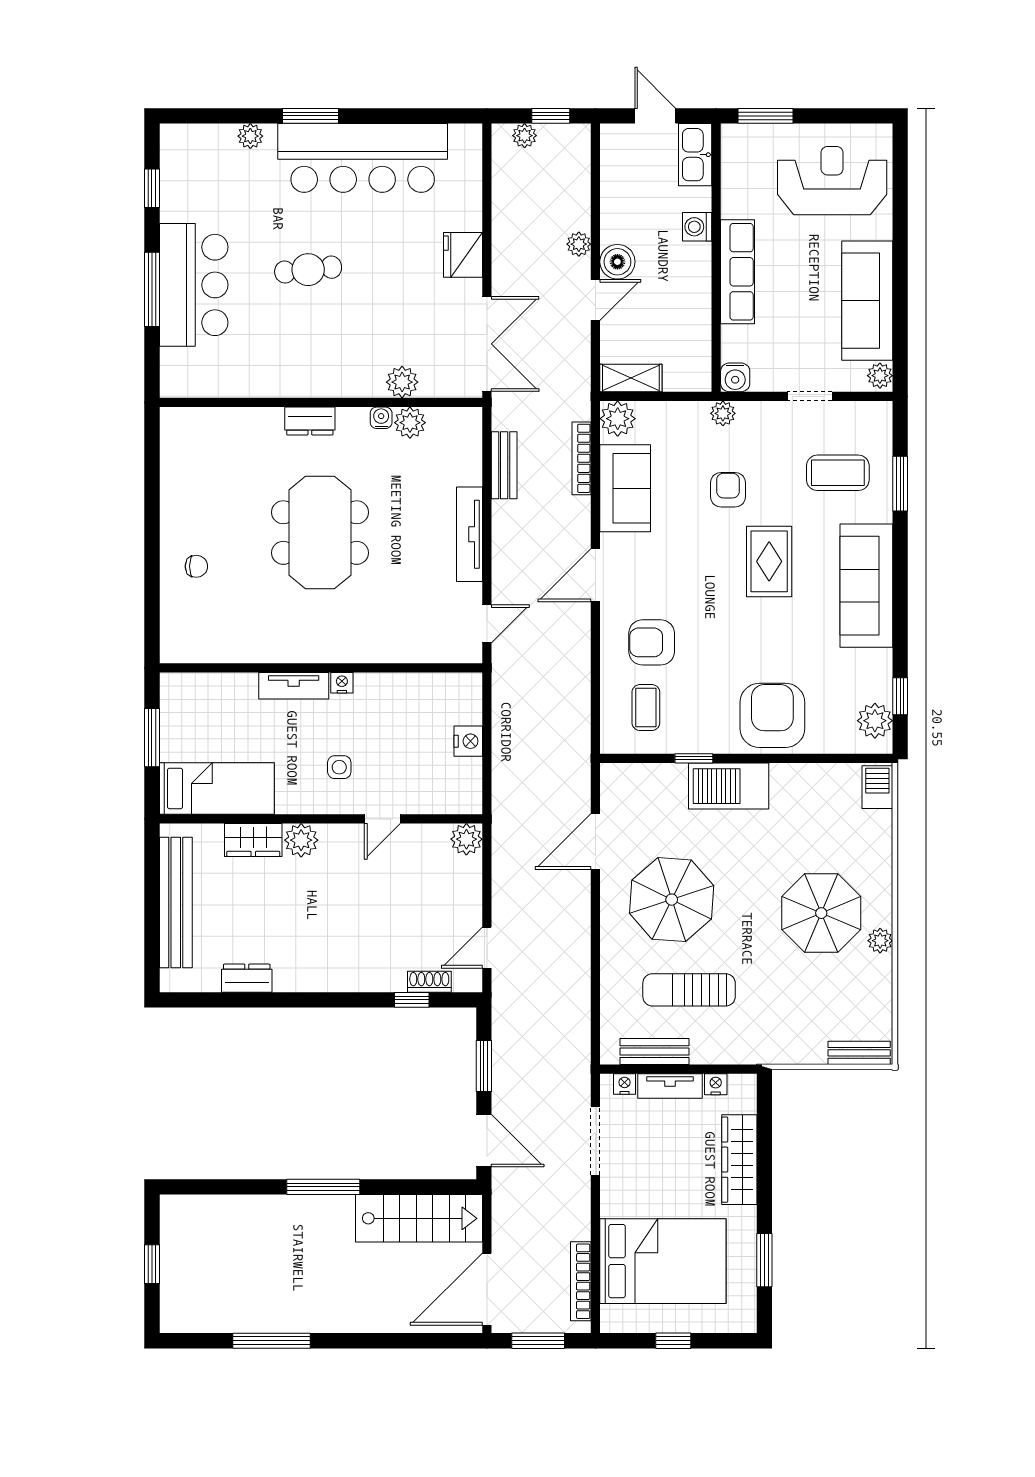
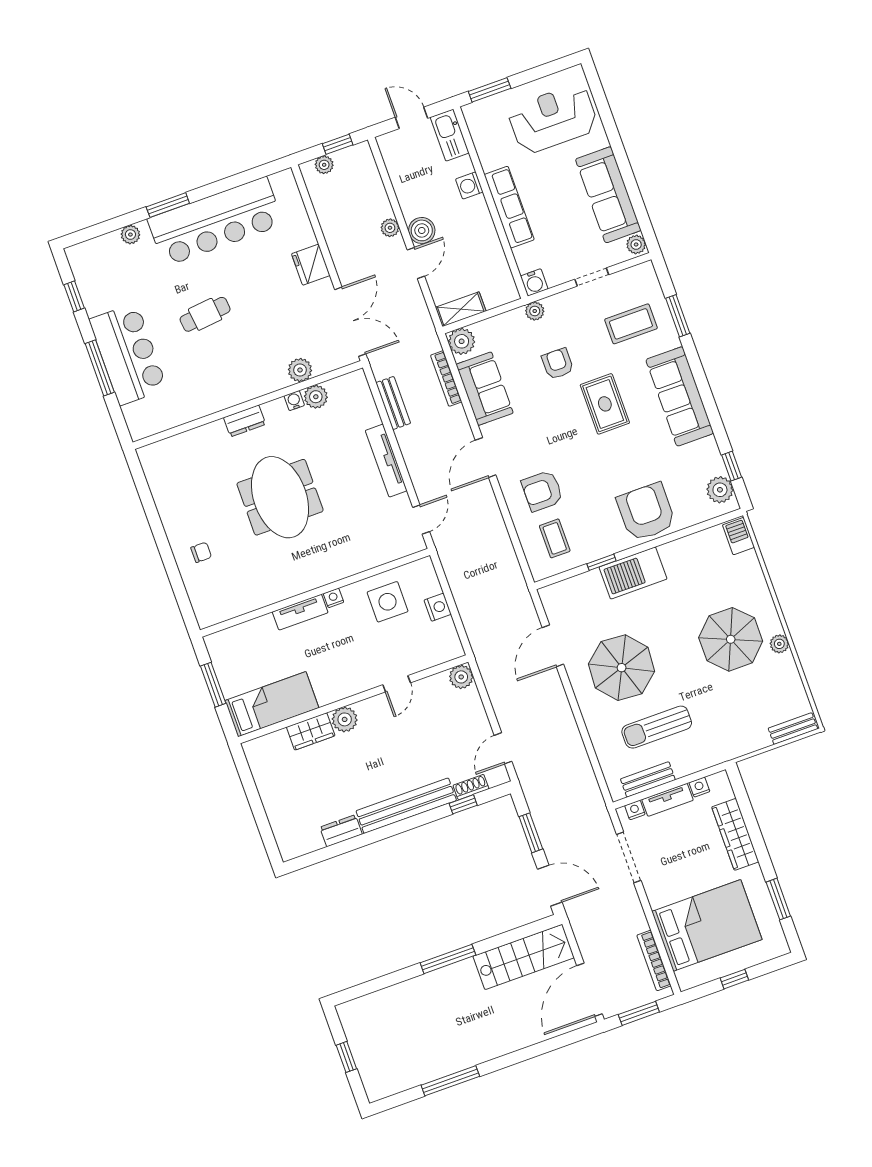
side table: (339, 767) -> (388, 602), moved, width x1.87, depth x1.87
bench: (176, 902) -> (406, 806), moved, turned 90

